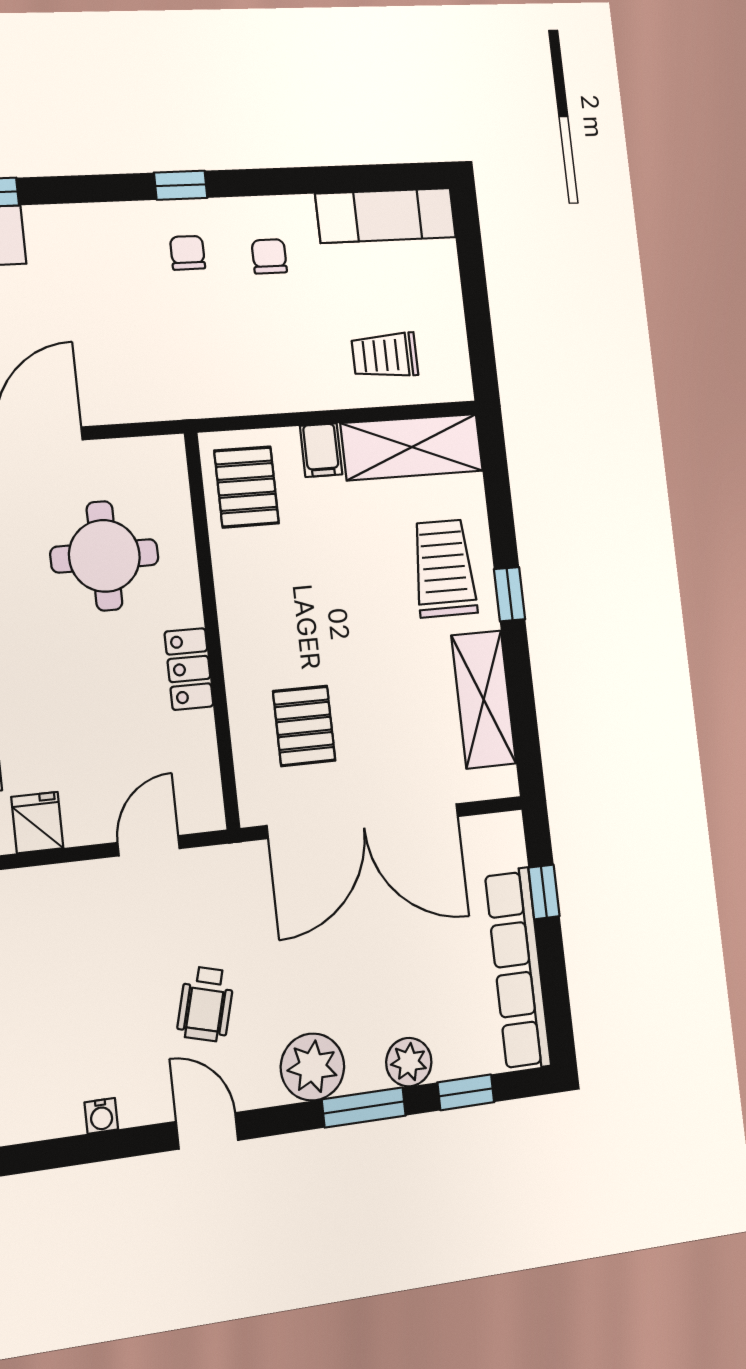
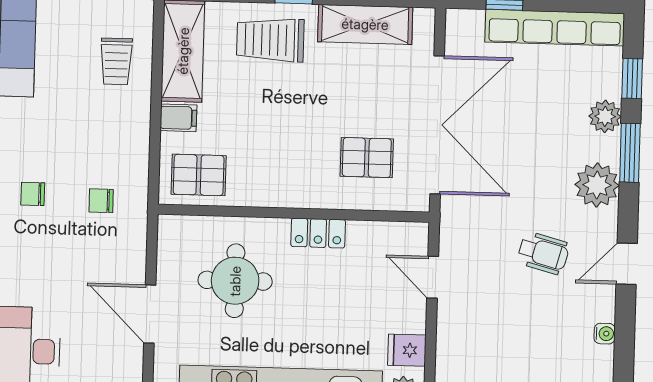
chair: (269, 256) -> (101, 201), moved

